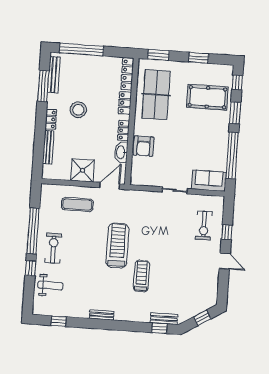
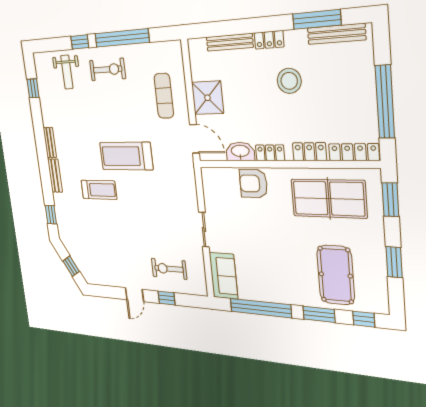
window: (82, 50) -> (385, 102), moved
treadmill: (118, 246) -> (126, 156), turned 180
bench: (164, 319) -> (55, 176), moved

